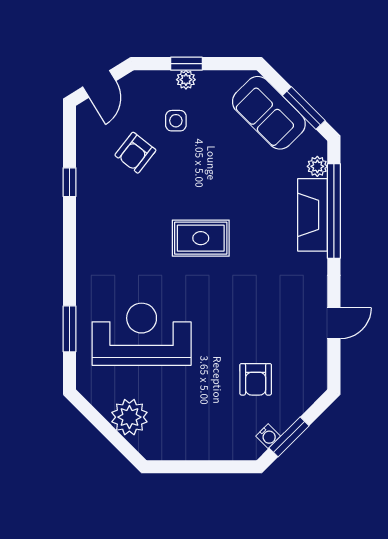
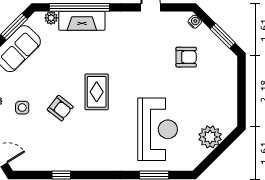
armchair: (135, 153) -> (60, 108), moved
reception desk: (142, 334) -> (158, 129), turned 180
water cooler: (268, 436) -> (195, 22), moved

